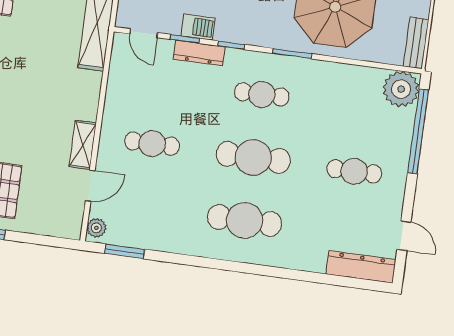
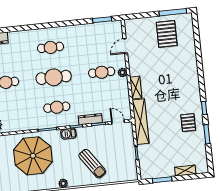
barbecue: (198, 27) -> (68, 134), moved
shelving: (83, 145) -> (136, 88), moved
cafe table: (245, 220) -> (50, 47), width x0.73, depth x0.74
plant: (96, 228) -> (122, 72), moved

